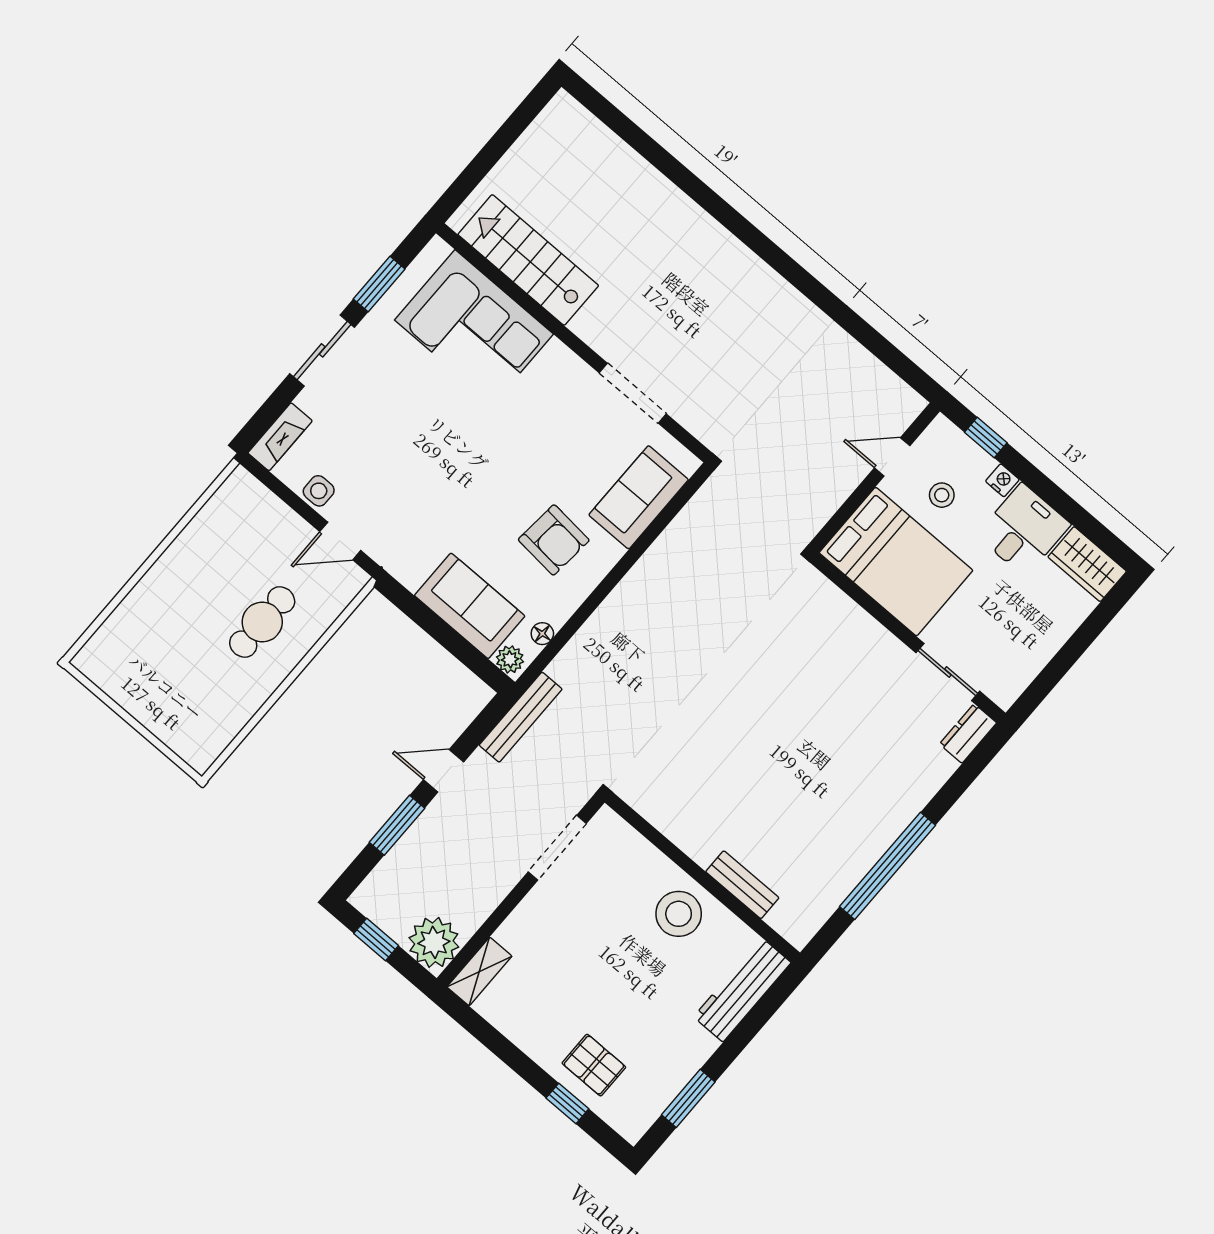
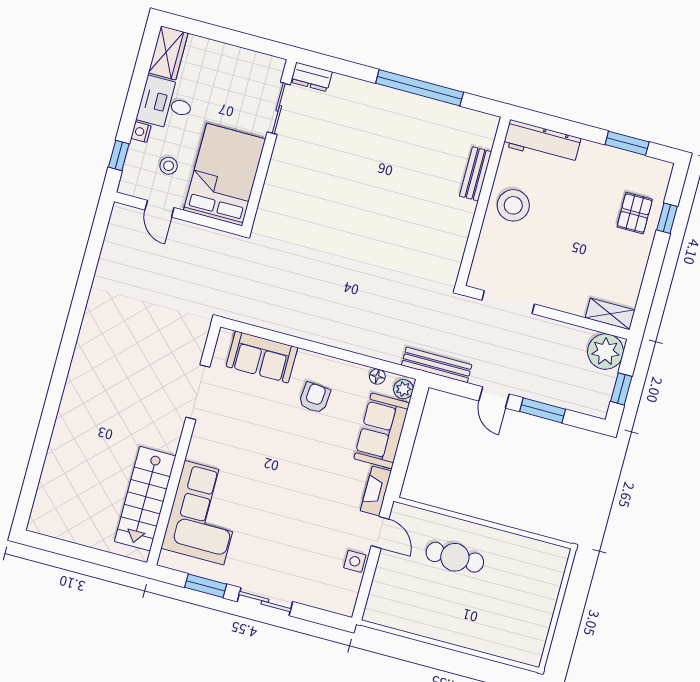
fireplace: (280, 437) -> (376, 491), moved, turned -90
armchair: (554, 540) -> (315, 398), width x0.72, depth x0.72

